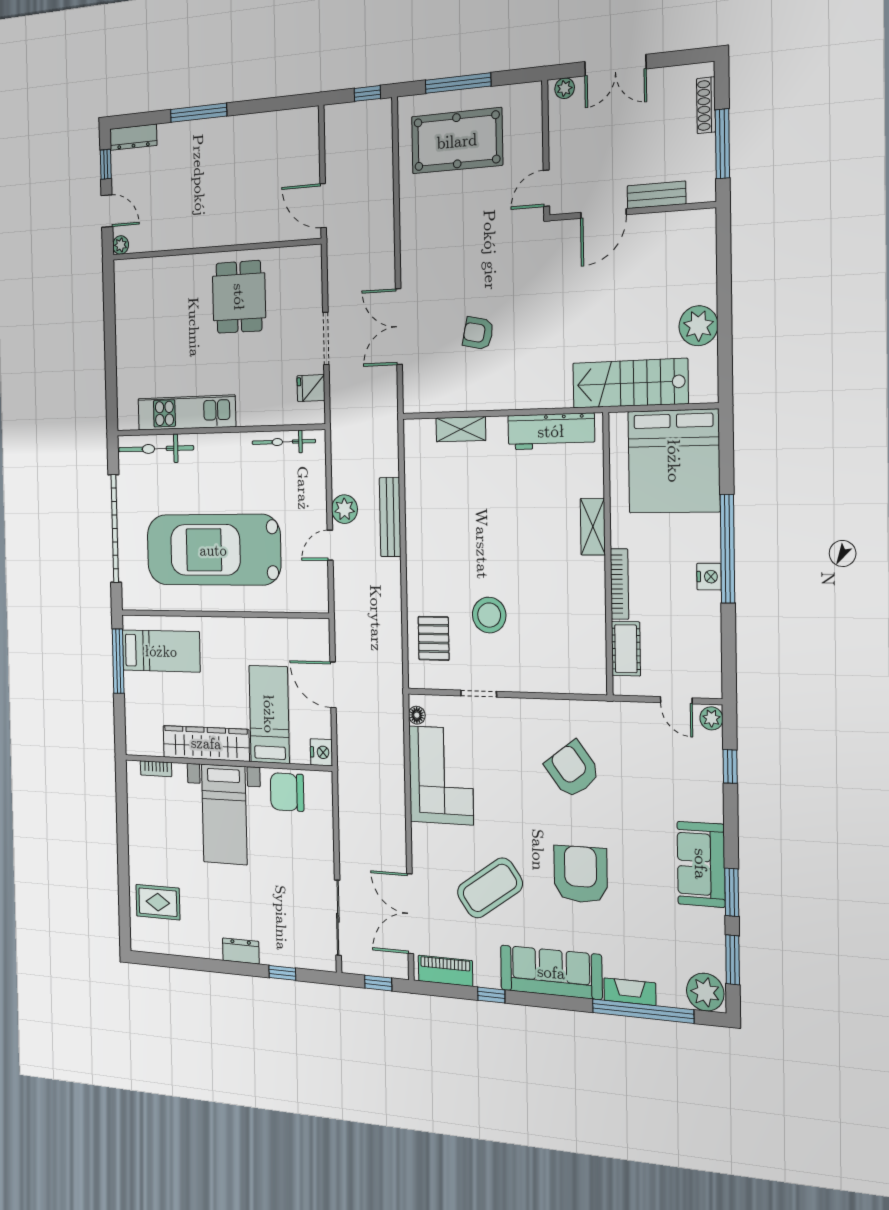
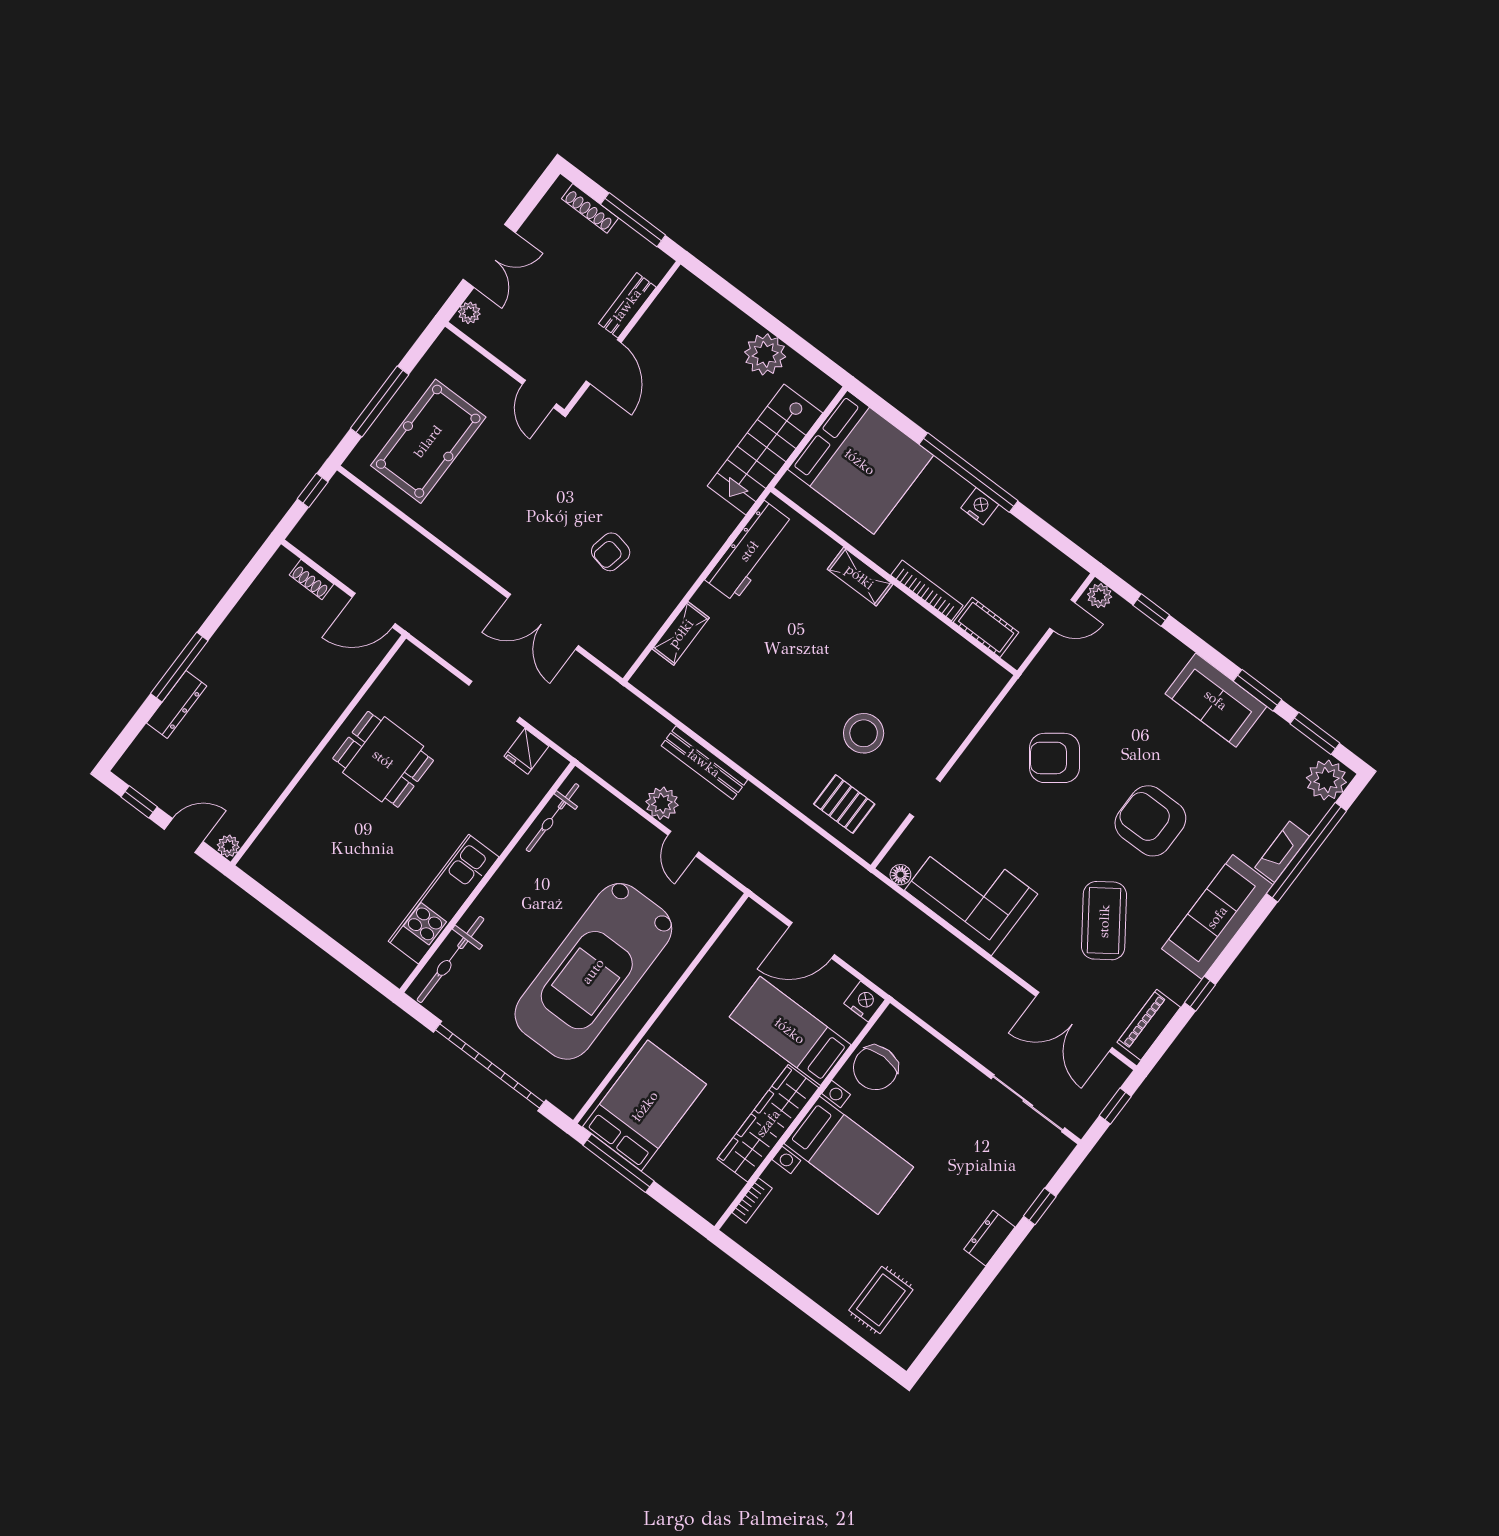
dresser: (133, 137) -> (177, 704), moved
shoe rack: (312, 146) -> (311, 580), added
bed: (161, 651) -> (645, 1106), width x1.50

